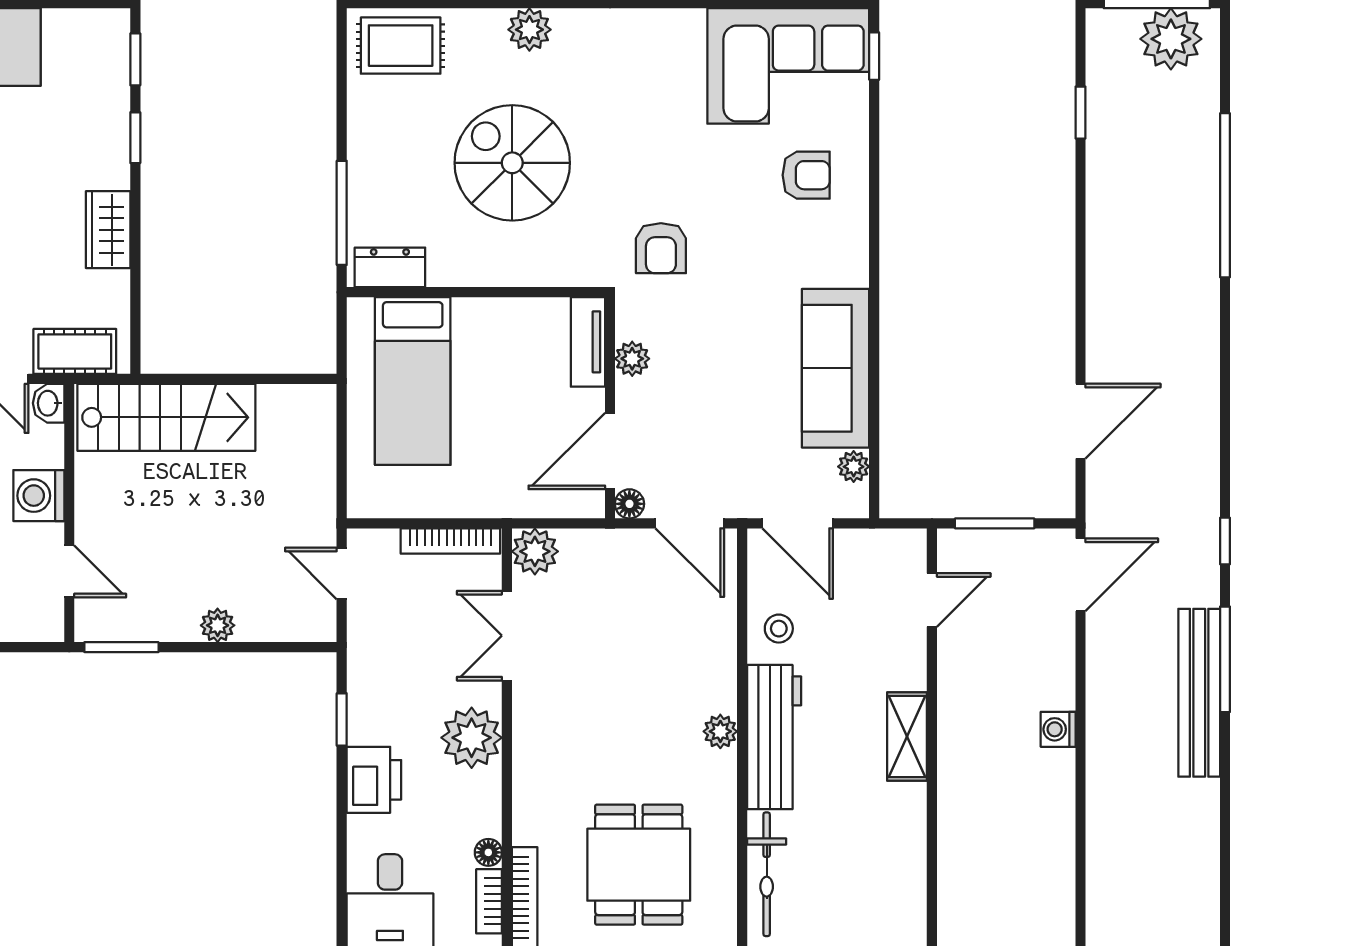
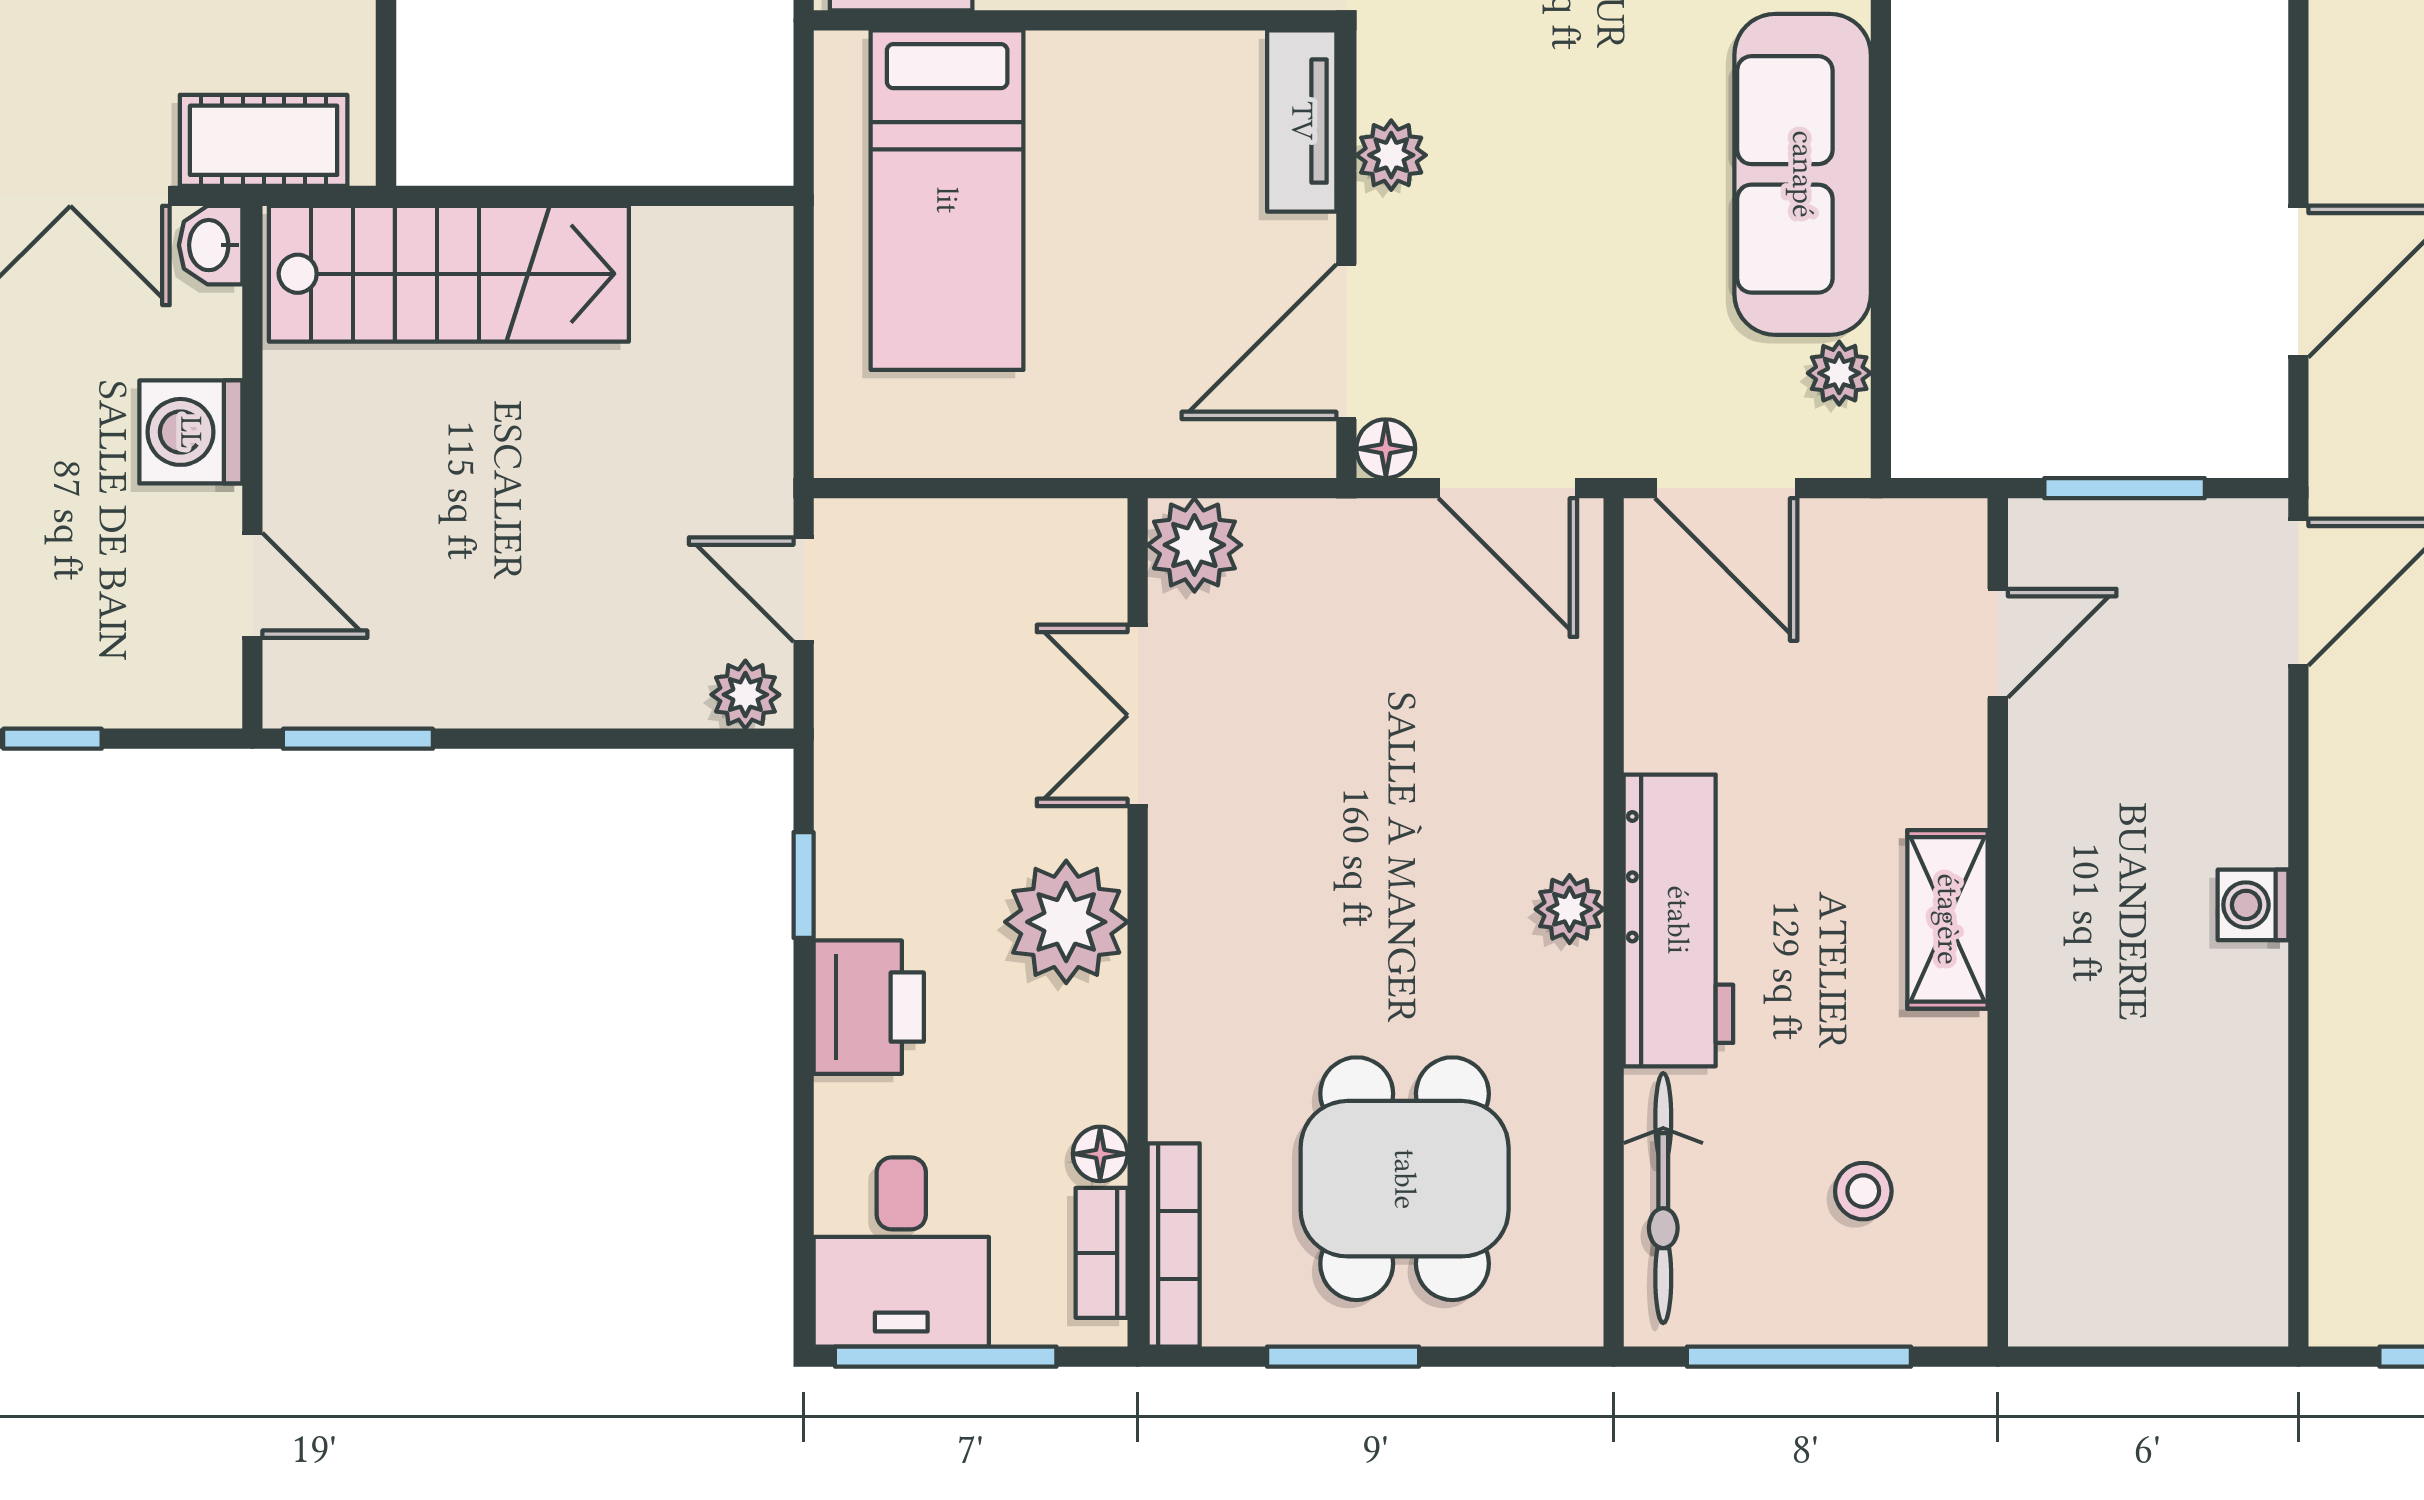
bookcase: (450, 541) -> (1023, 524), removed
plant: (218, 625) -> (745, 695), moved
stool: (779, 629) -> (1863, 1191), moved

